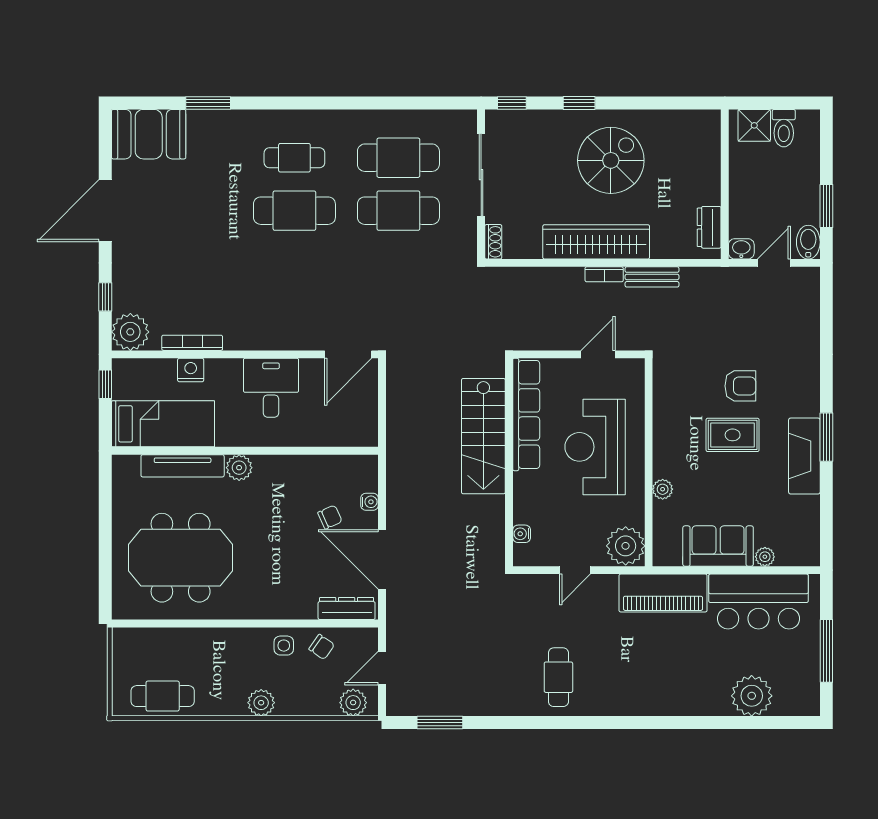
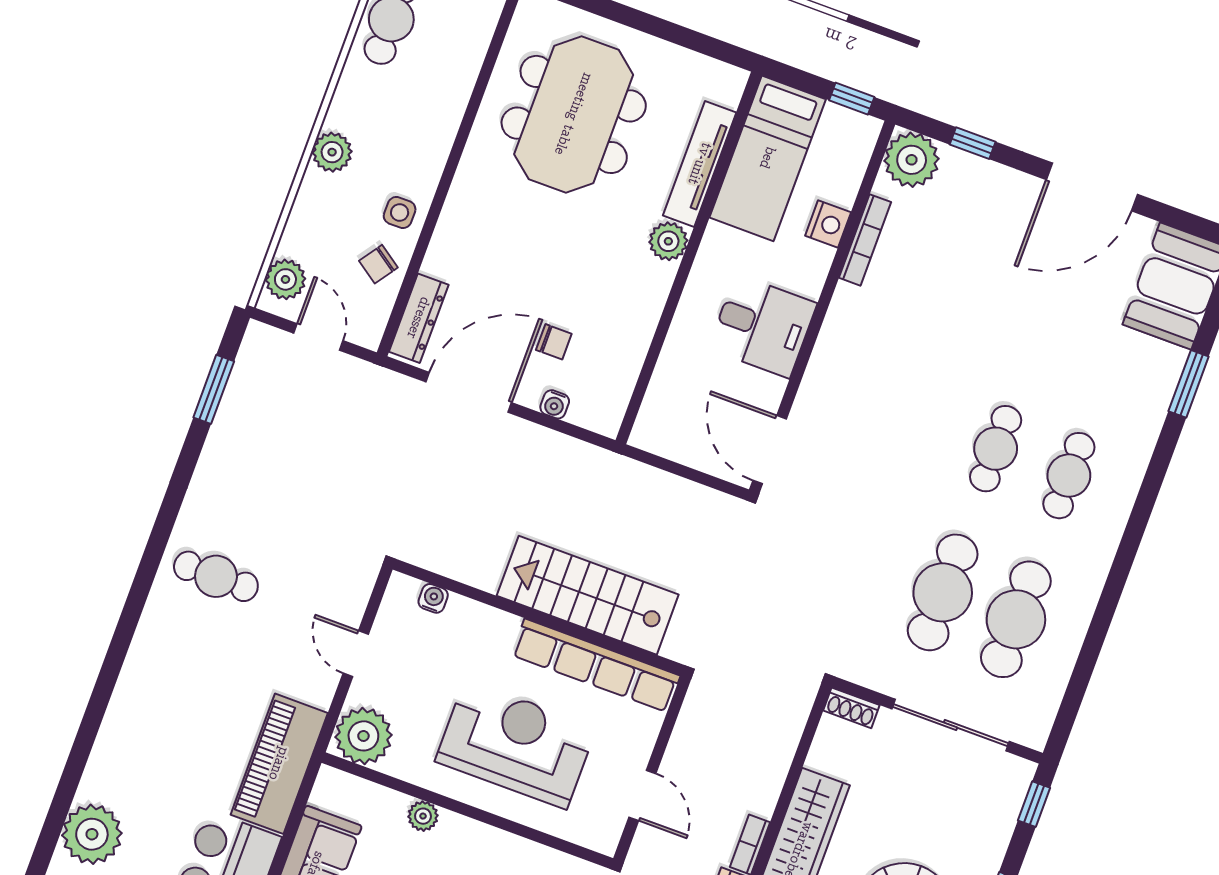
door: (105, 211) -> (1092, 187), swing flipped
cafe table: (294, 211) -> (996, 449), width x0.73, depth x0.74
chair: (330, 517) -> (554, 342), turned -66

